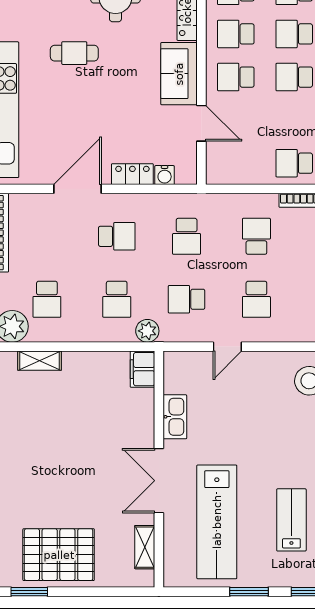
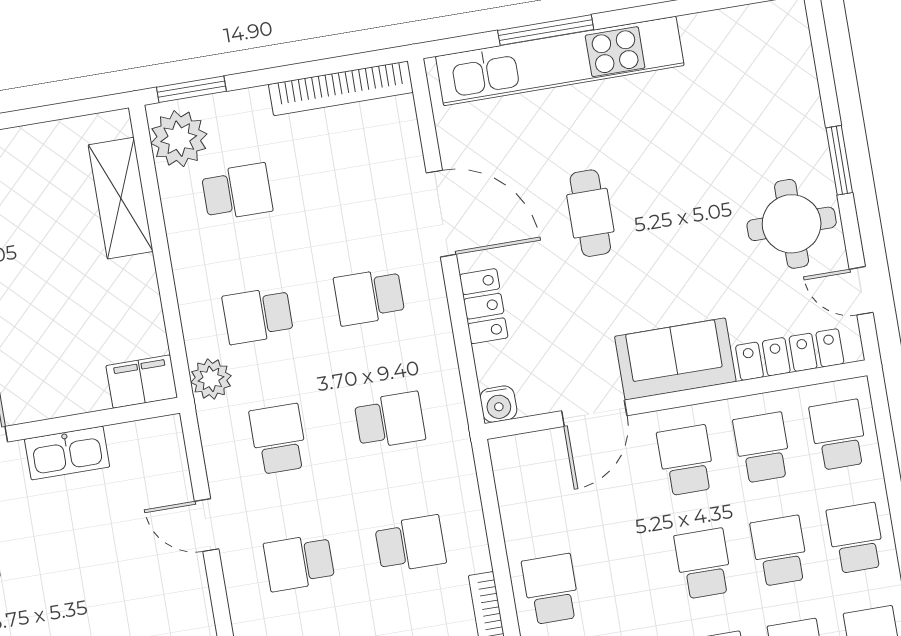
cafe table: (74, 53) -> (590, 213), moved
water cooler: (165, 175) -> (498, 404), moved, turned -90
school desk: (117, 236) -> (369, 297), turned 90
school desk: (187, 236) -> (390, 420), turned 180
school desk: (47, 299) -> (237, 192), turned 180
shelving: (40, 361) -> (121, 198), width x1.50, depth x1.33

